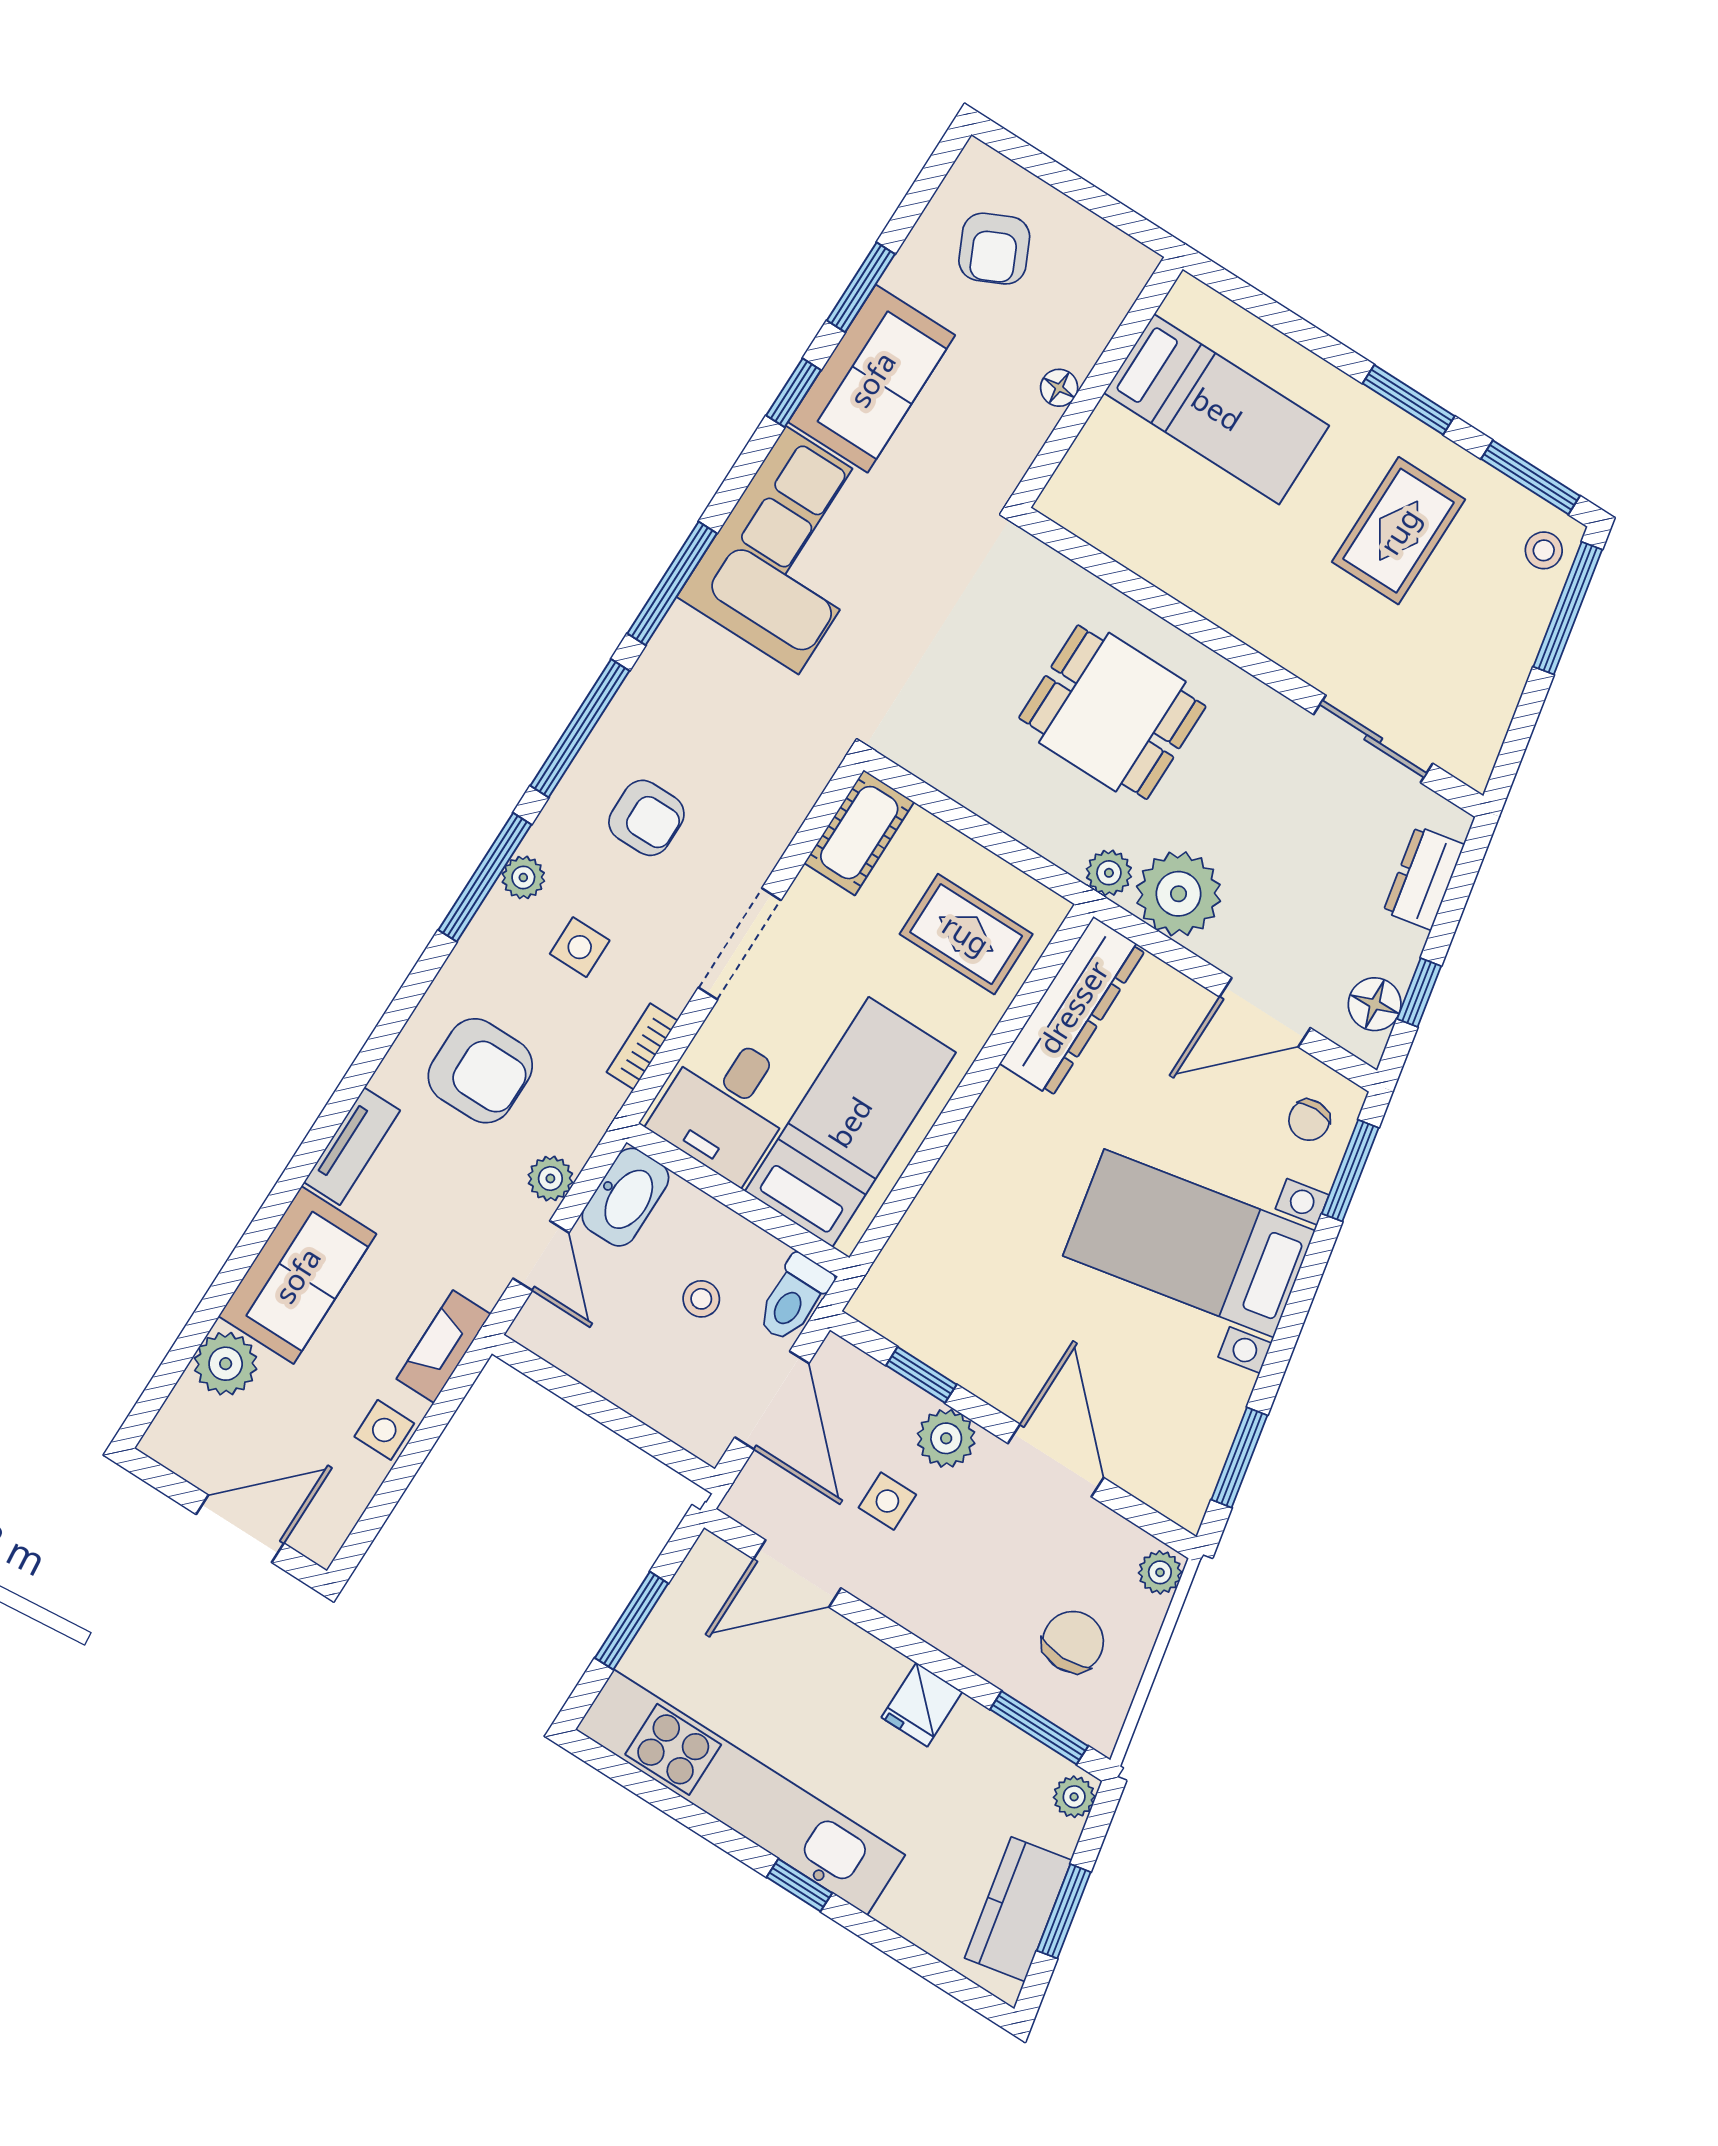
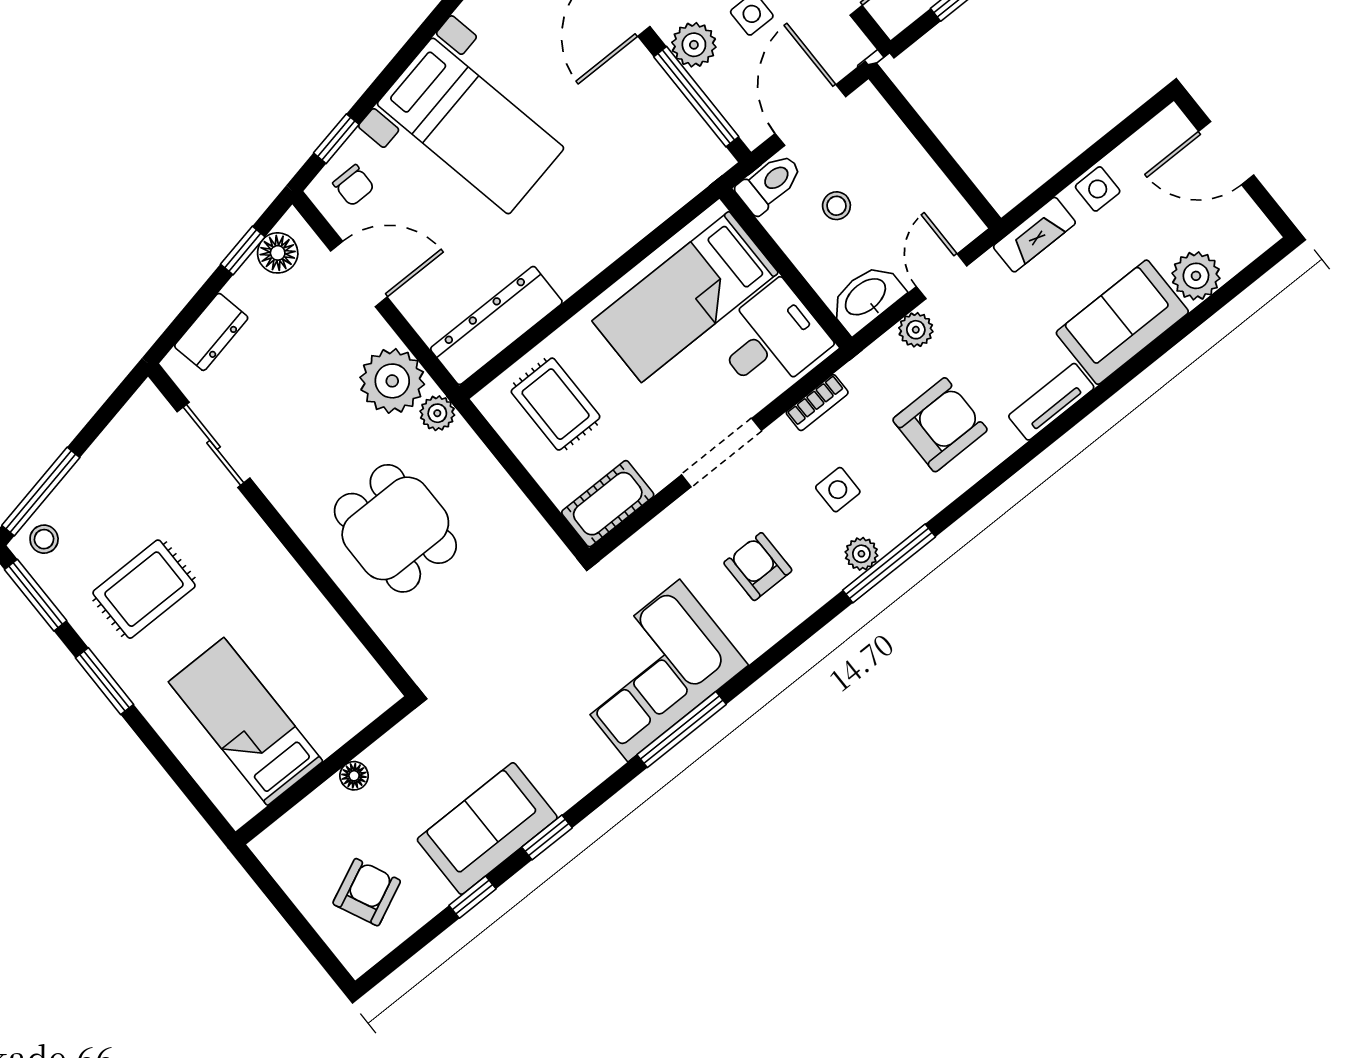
window: (861, 287) -> (473, 897), width x0.67
corner sofa: (792, 550) -> (654, 670), moved
window: (580, 728) -> (784, 648), removed
armchair: (480, 1071) -> (940, 425), turned 90
chair: (1309, 1120) -> (354, 185), turned 90
window: (1350, 1171) -> (336, 139), width x0.67
window: (921, 1375) -> (696, 97), width x2.17

